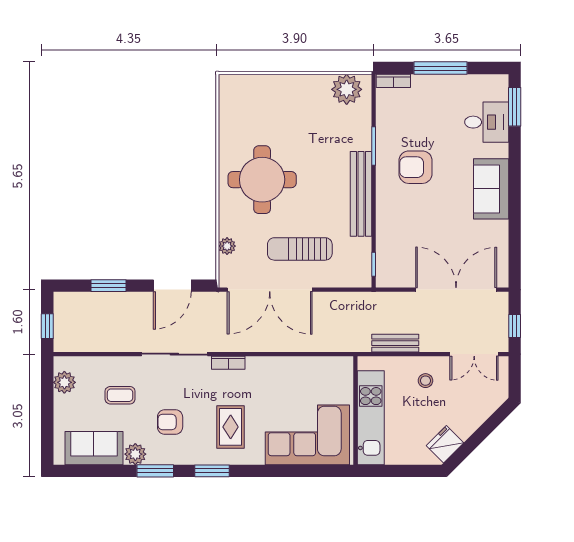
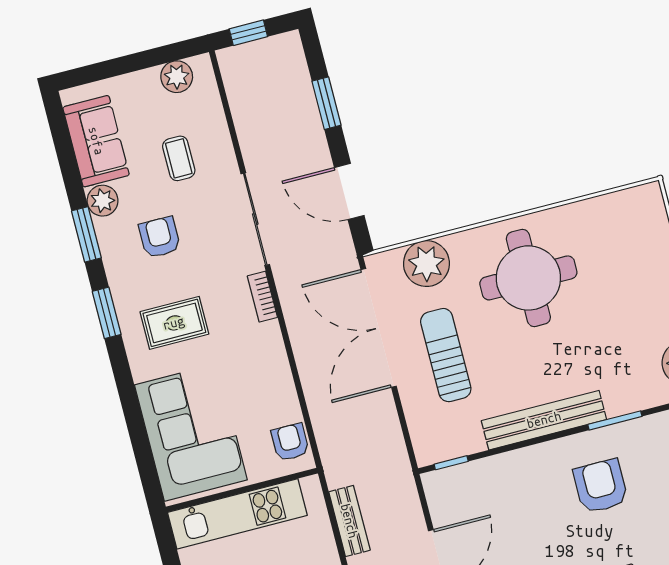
plant: (227, 246) -> (426, 264), width x1.87, depth x1.87
armchair: (331, 369) -> (290, 442), added

